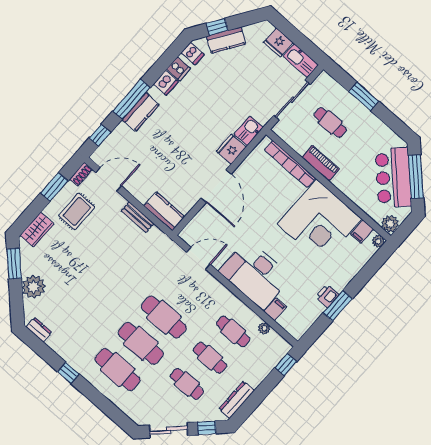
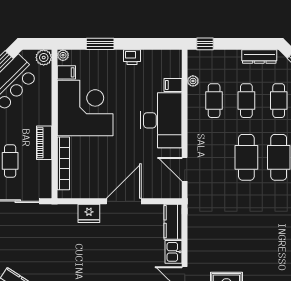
kitchen sink: (249, 131) -> (173, 252), moved, turned 90
bench: (138, 217) -> (193, 236), removed
window: (338, 306) -> (100, 44), moved

